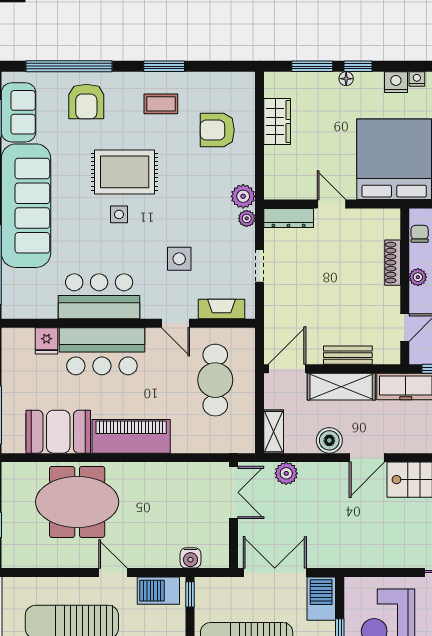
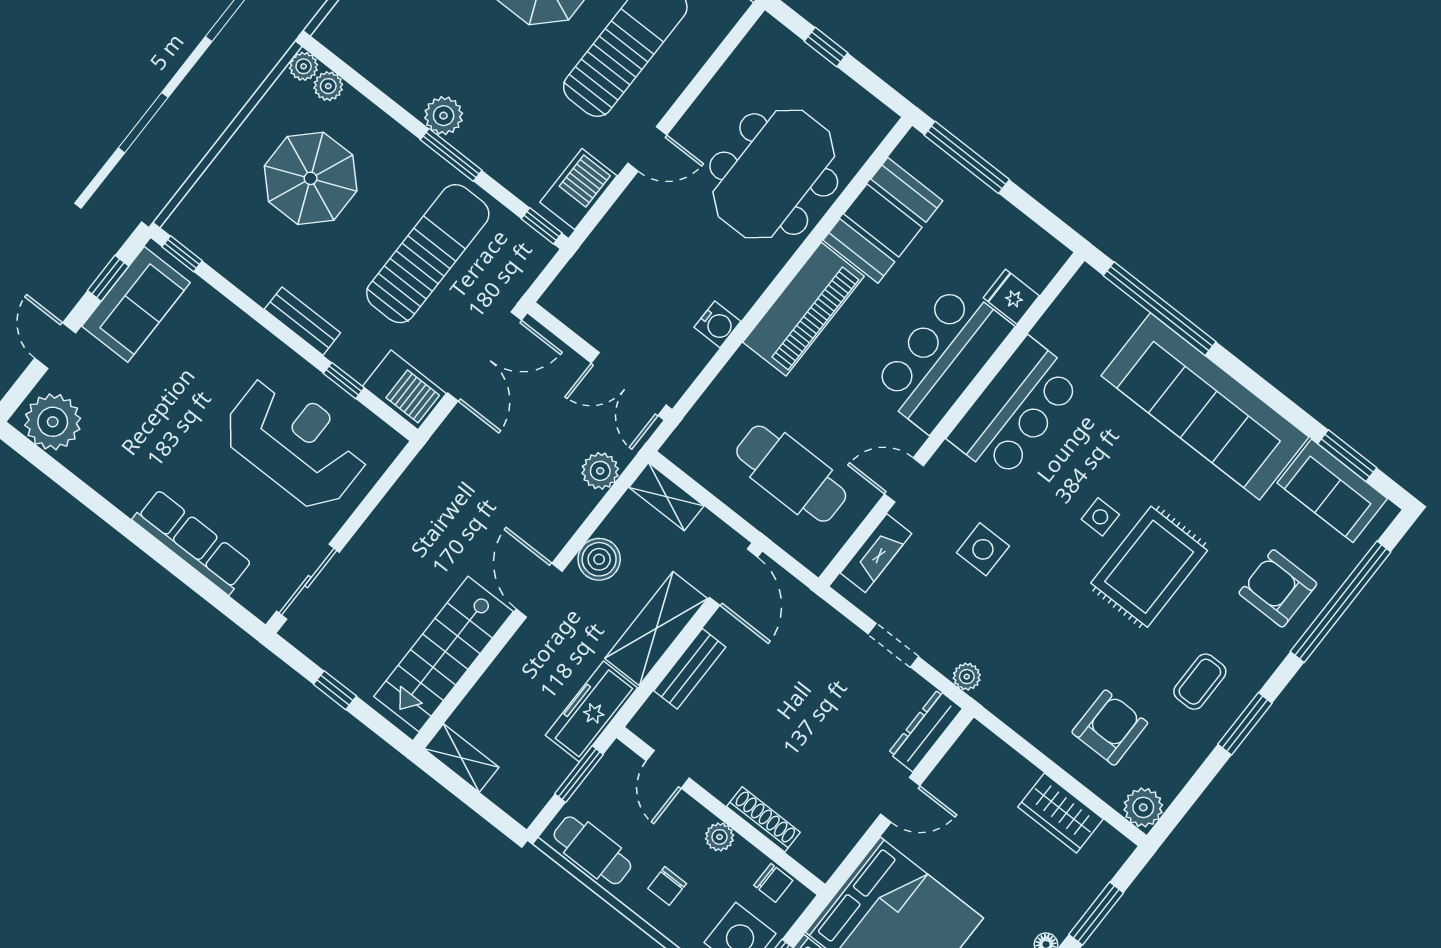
plant: (243, 196) -> (1143, 807), moved
water cooler: (190, 558) -> (717, 324), moved, turned 180

